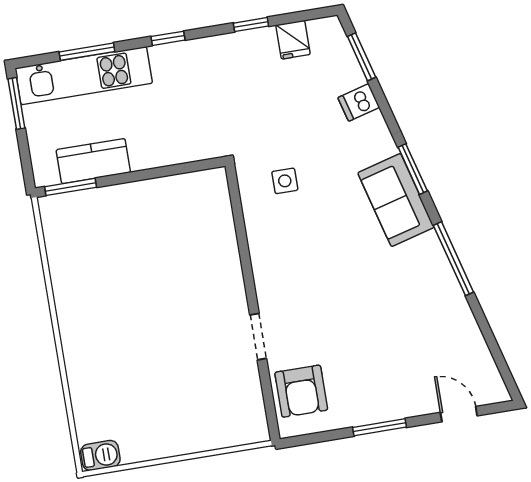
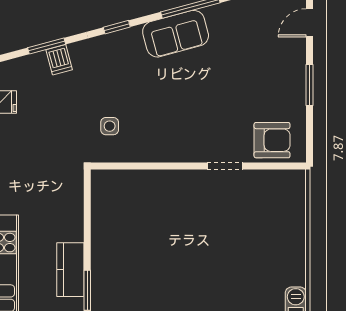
window: (362, 57) -> (47, 46), moved
window: (413, 169) -> (117, 27), width x0.67
sofa: (396, 200) -> (176, 34), moved

